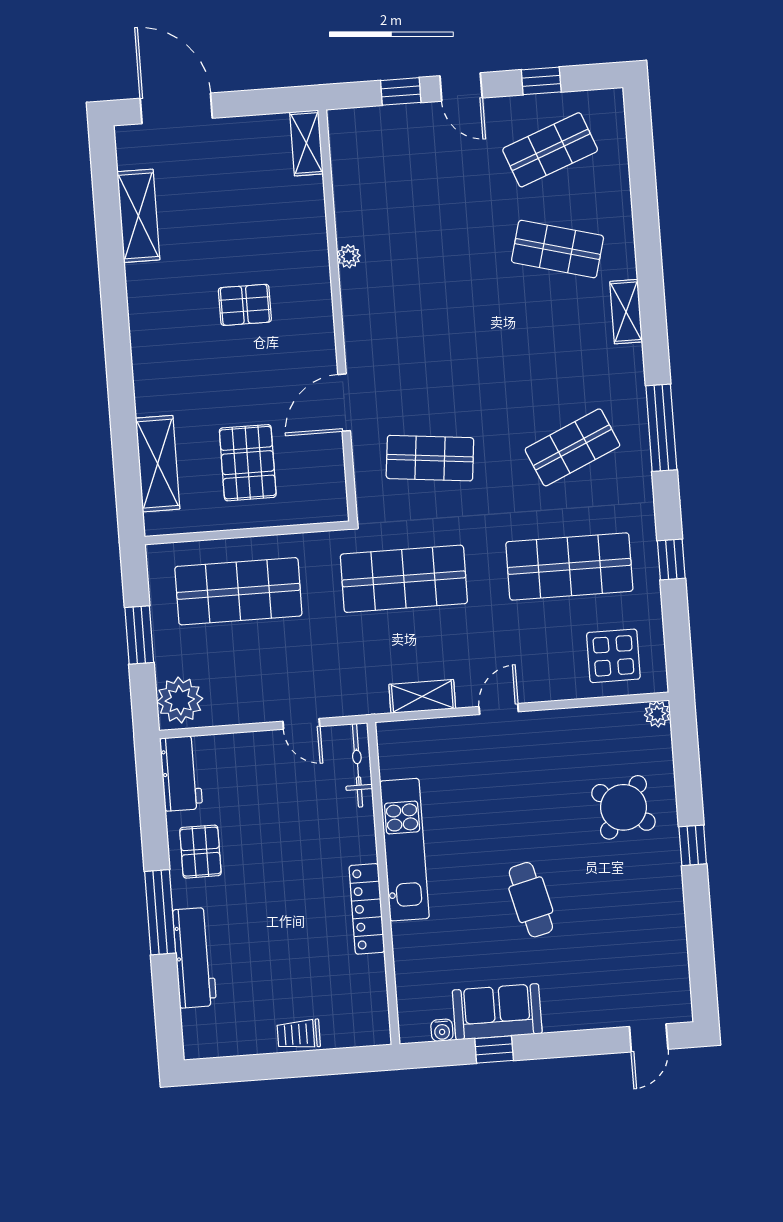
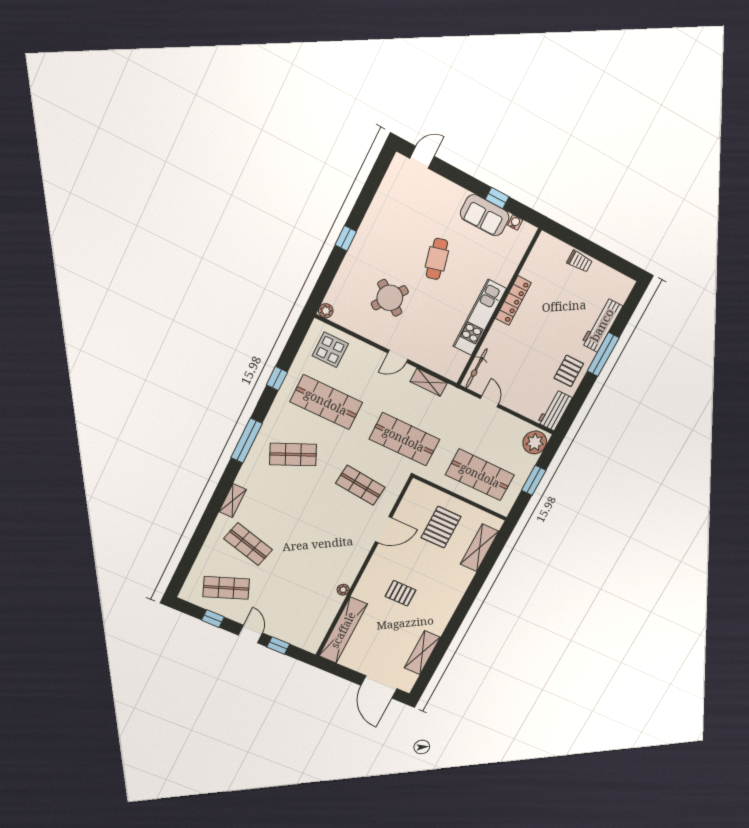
shelving: (306, 143) -> (343, 630), width x2.20, depth x1.33
round table: (623, 807) -> (390, 298), moved

